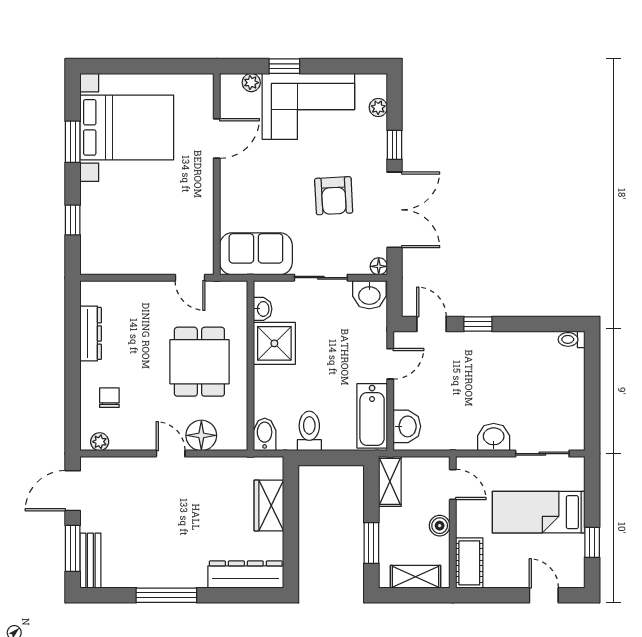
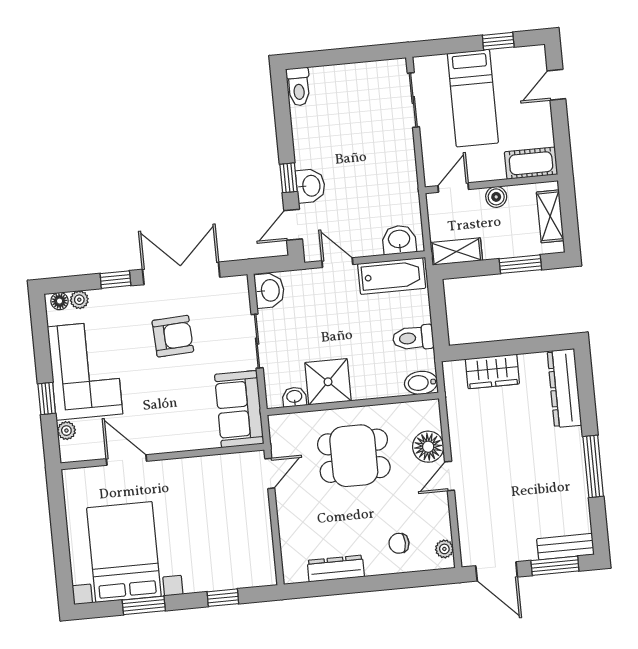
floor lamp: (379, 266) -> (60, 301), moved
toilet: (571, 339) -> (299, 87), width x1.37, depth x1.39
washbasin: (494, 437) -> (311, 186), moved, turned 180

